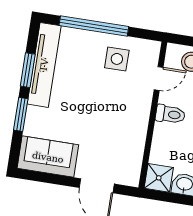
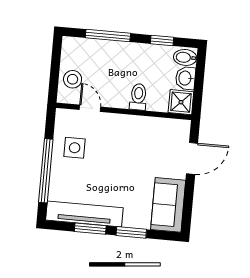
toilet: (170, 114) -> (138, 97), moved

